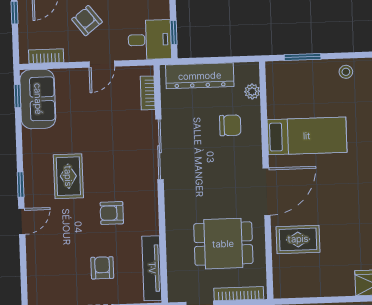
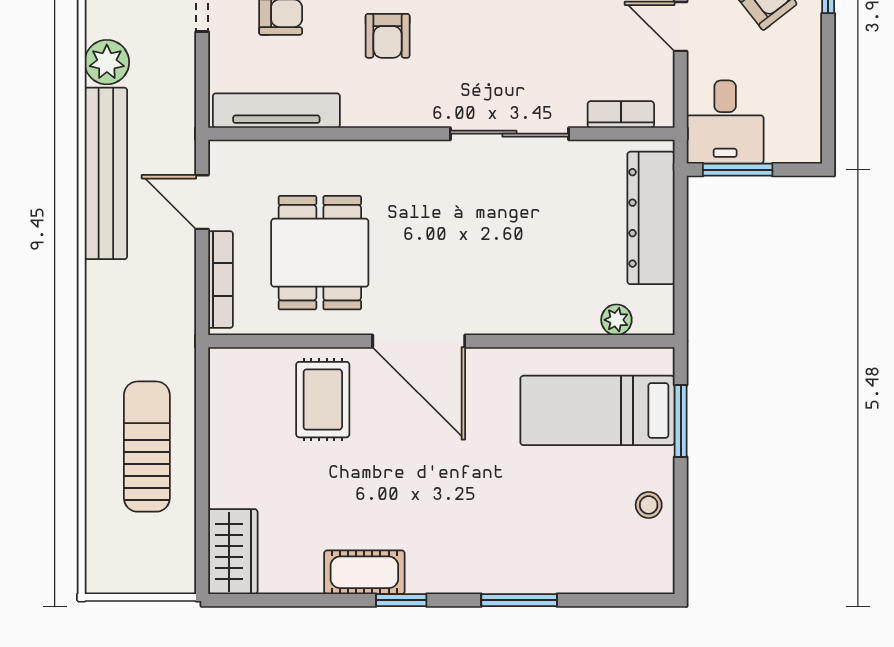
window: (174, 32) -> (738, 170), width x1.50
chair: (230, 125) -> (552, 274), removed
bed: (307, 136) -> (597, 410), moved, turned 90
armchair: (112, 213) -> (388, 36), turned 180

